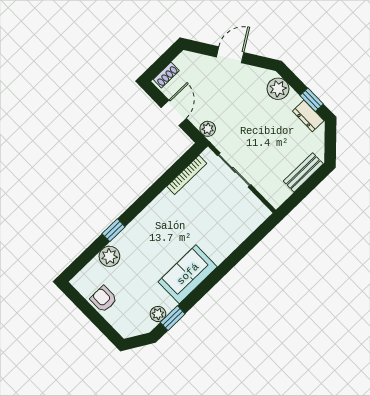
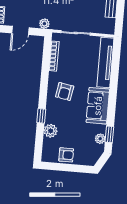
door: (174, 113) -> (20, 30), swing flipped
armchair: (164, 226) -> (65, 91), added
tv unit: (239, 233) -> (105, 63), added
armchair: (104, 299) -> (66, 155), turned 180

